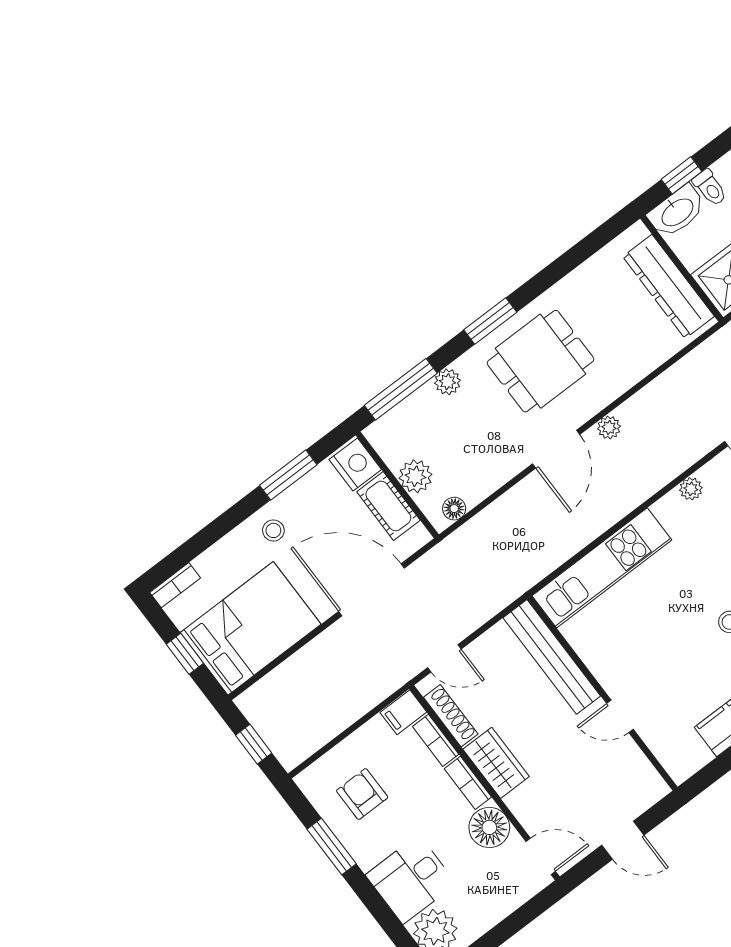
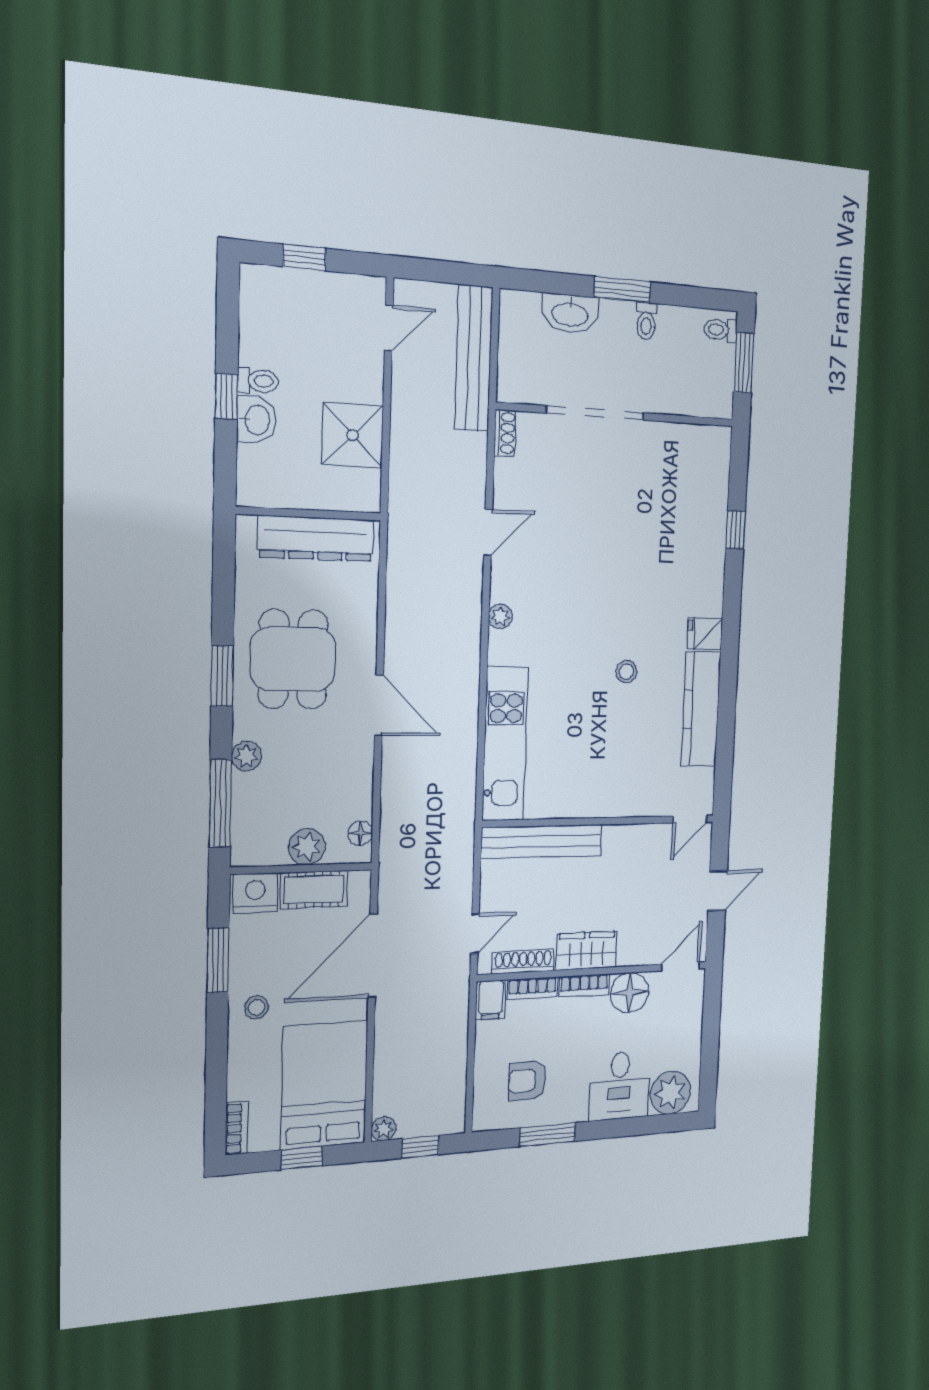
washbasin: (677, 212) -> (256, 420), width x0.72
wall: (682, 268) -> (309, 514), moved
dresser: (669, 286) -> (316, 538), moved
plant: (609, 428) -> (383, 1129), moved
door: (620, 716) -> (690, 819), moved

